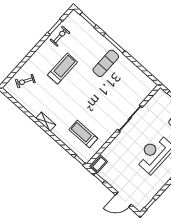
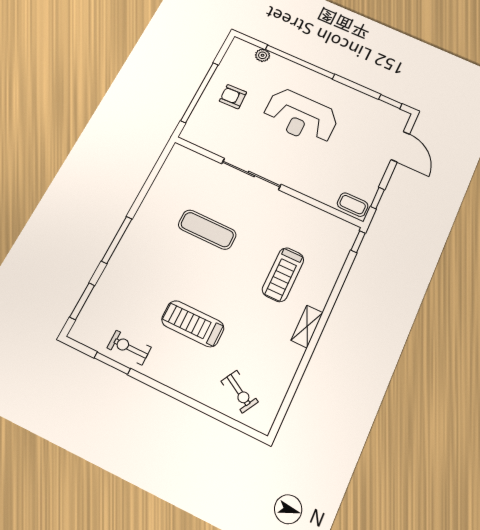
exercise mat: (106, 63) -> (207, 230), moved
treadmill: (83, 134) -> (283, 275), moved

